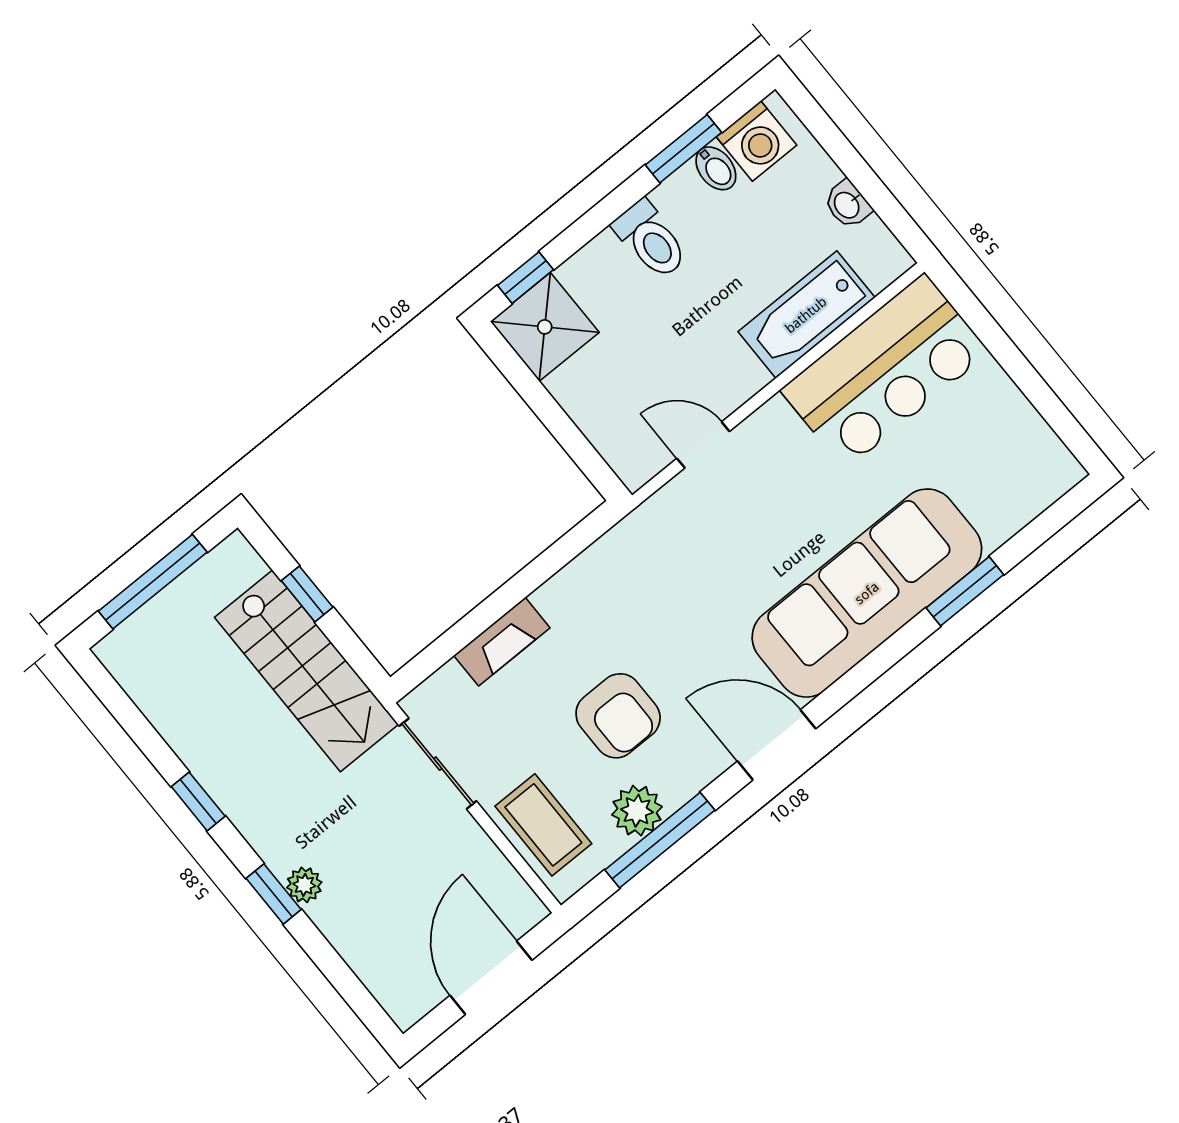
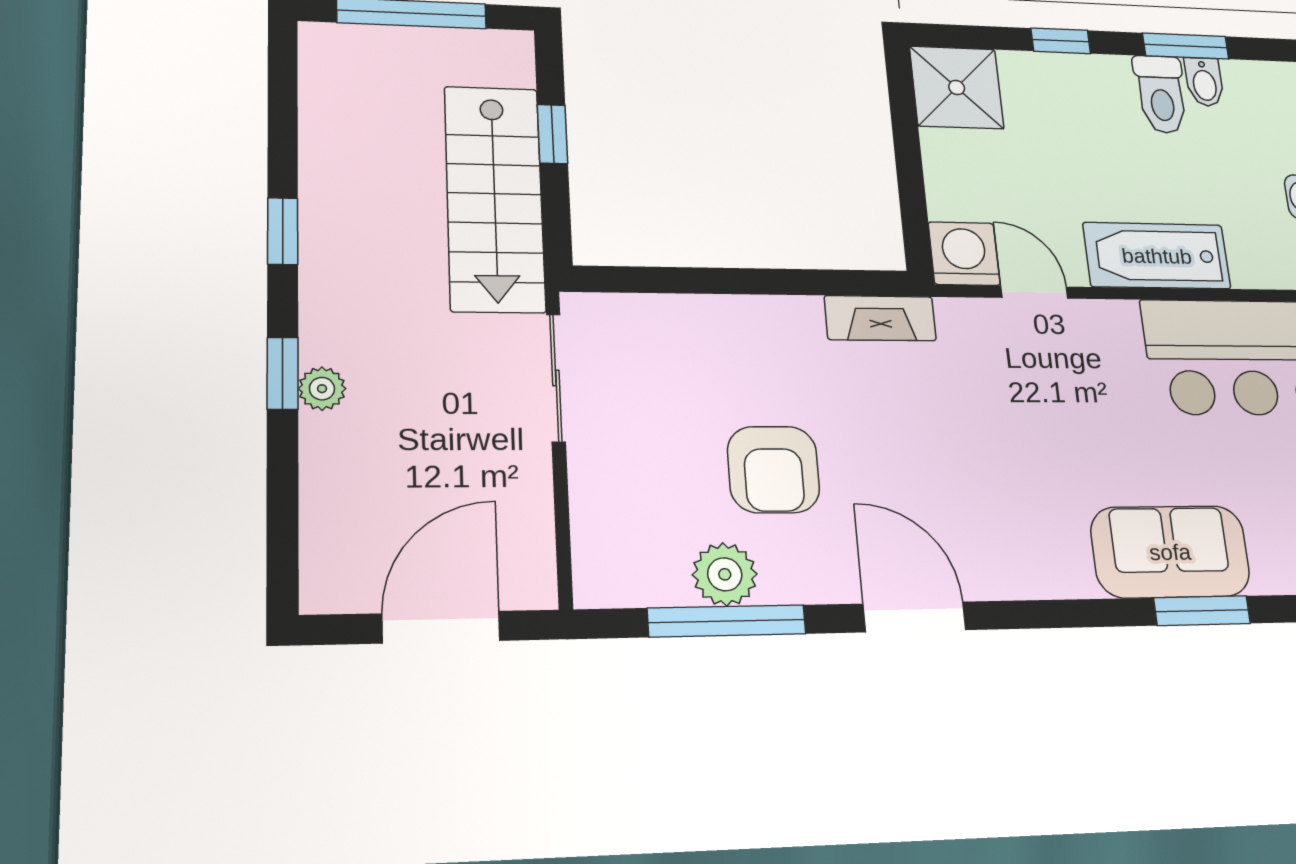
washing machine: (757, 141) -> (964, 254), moved, turned 180
toilet: (651, 240) -> (1161, 94), moved
window: (526, 278) -> (1061, 41), moved
bathtub: (806, 315) -> (1157, 256), moved
sofa: (867, 593) -> (1170, 552), width x0.54, depth x0.79
fireplace: (502, 642) -> (880, 318), moved
coffee table: (543, 825) -> (617, 516), removed

